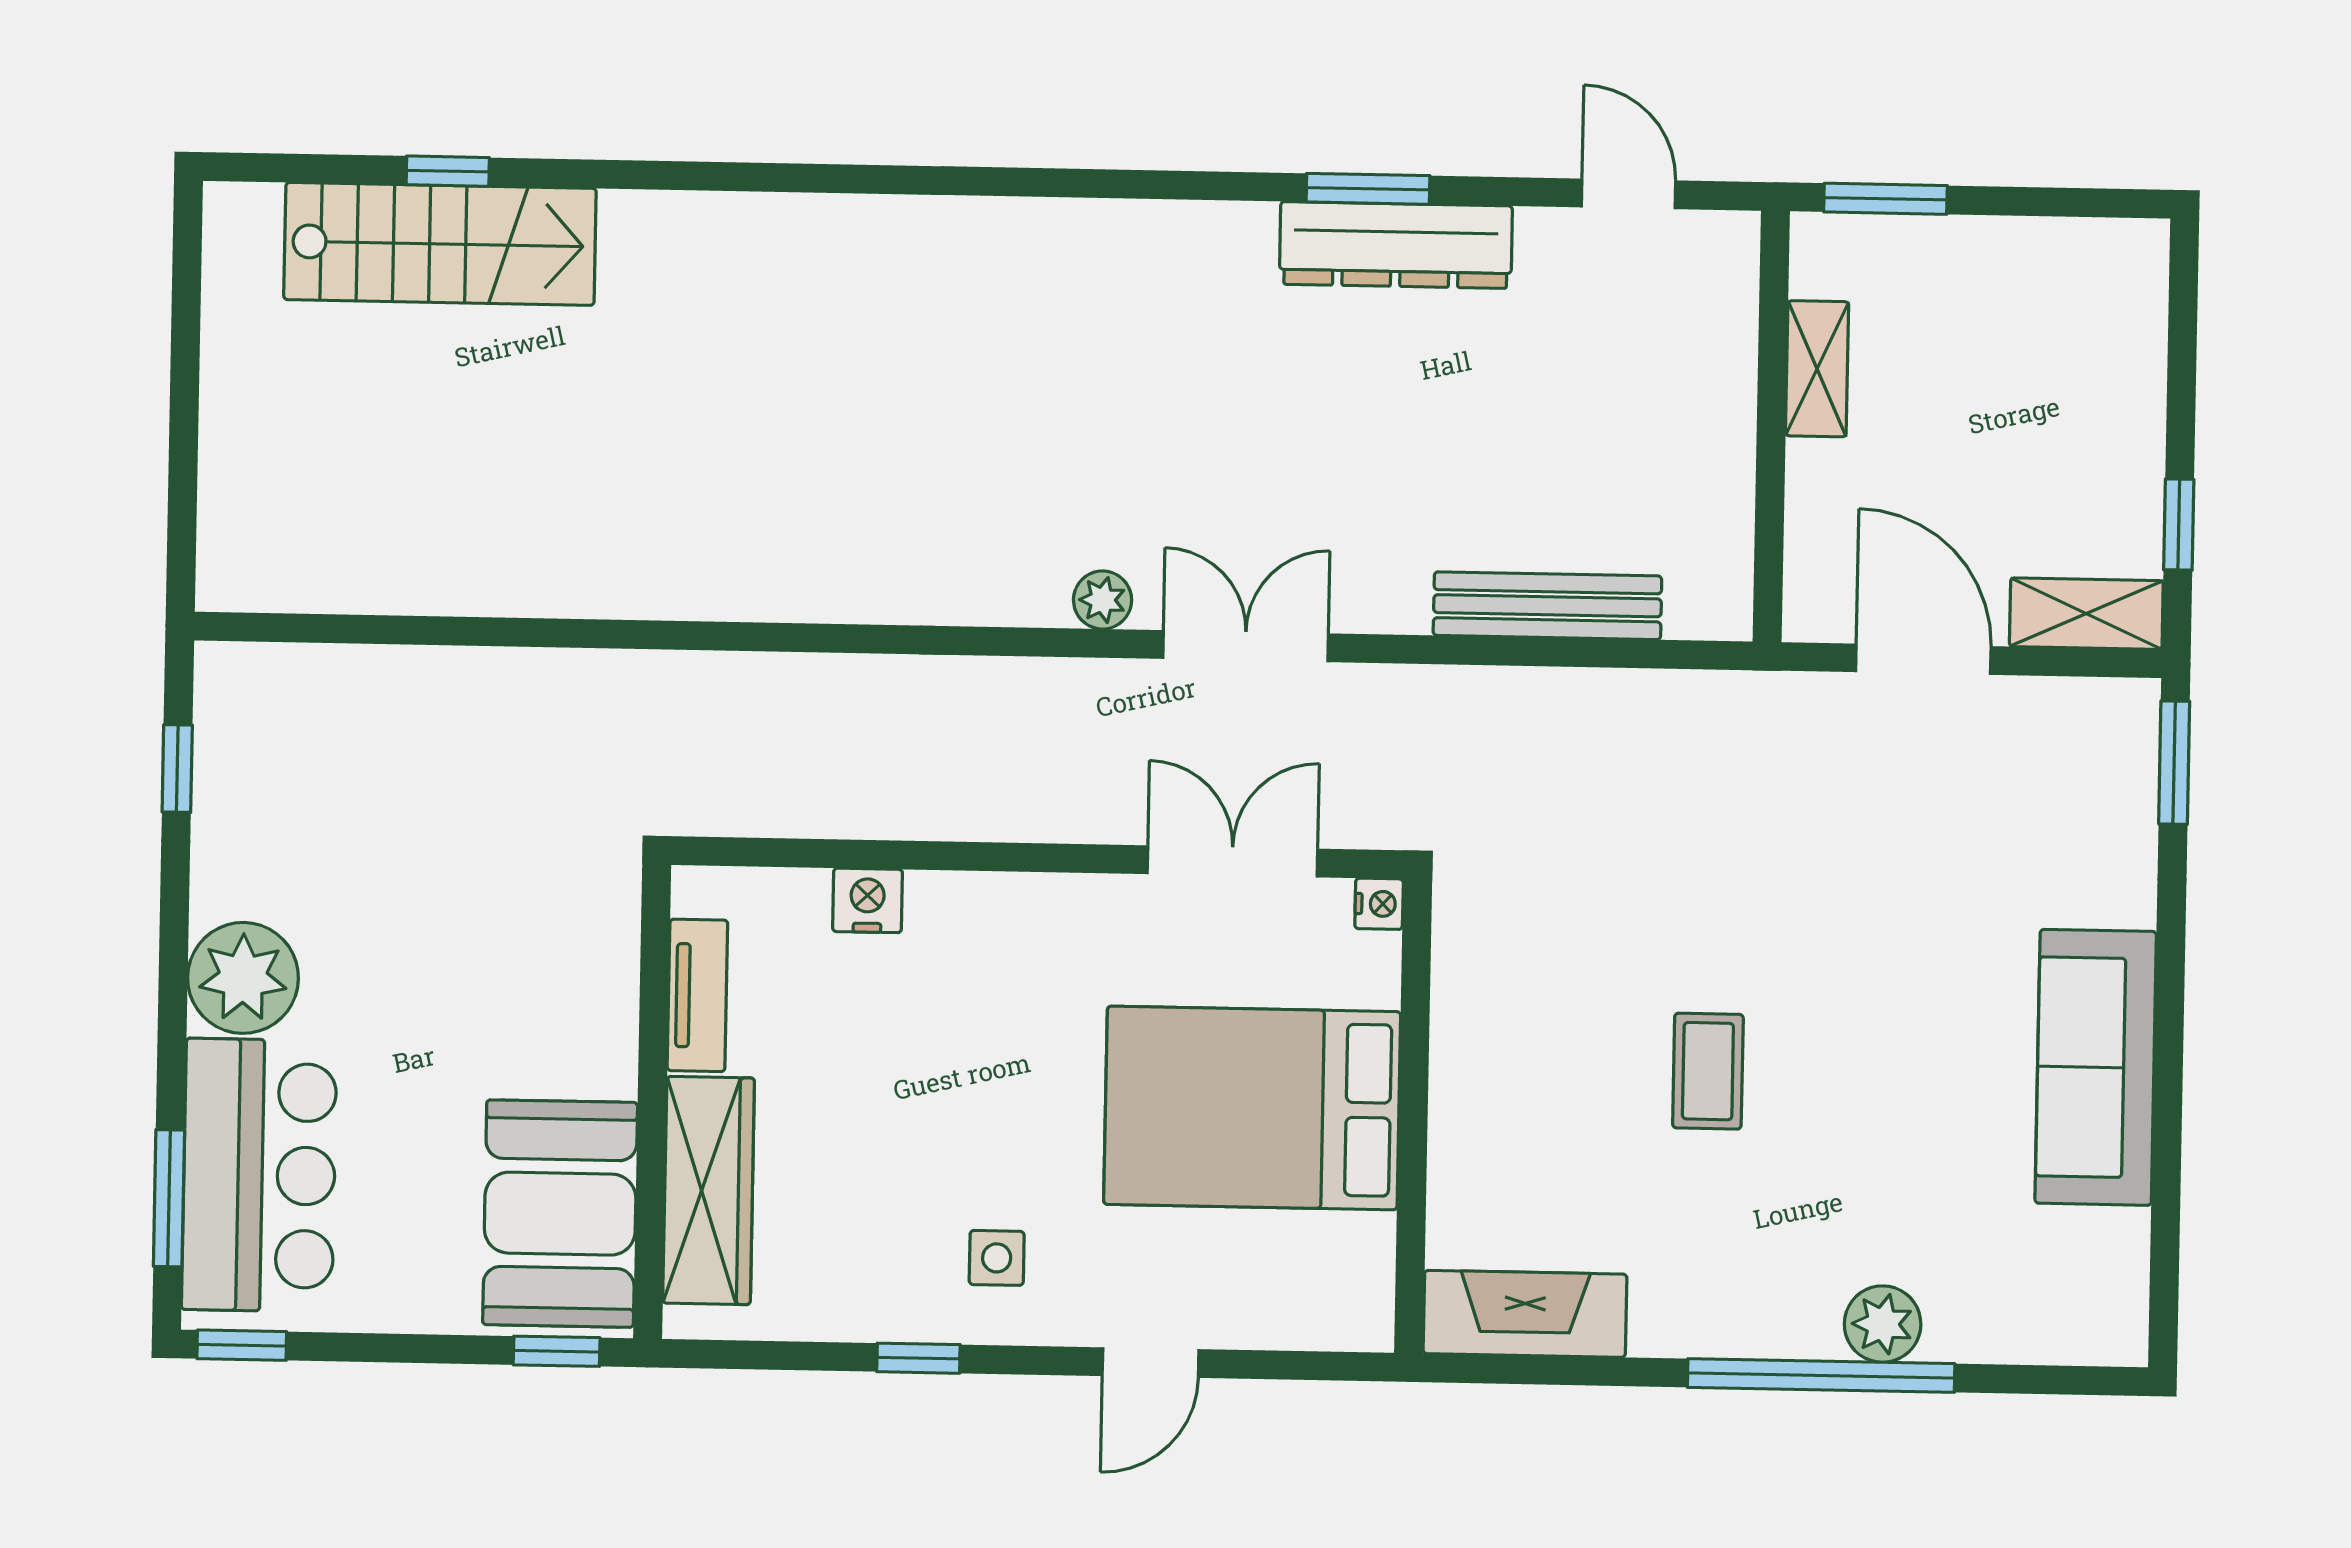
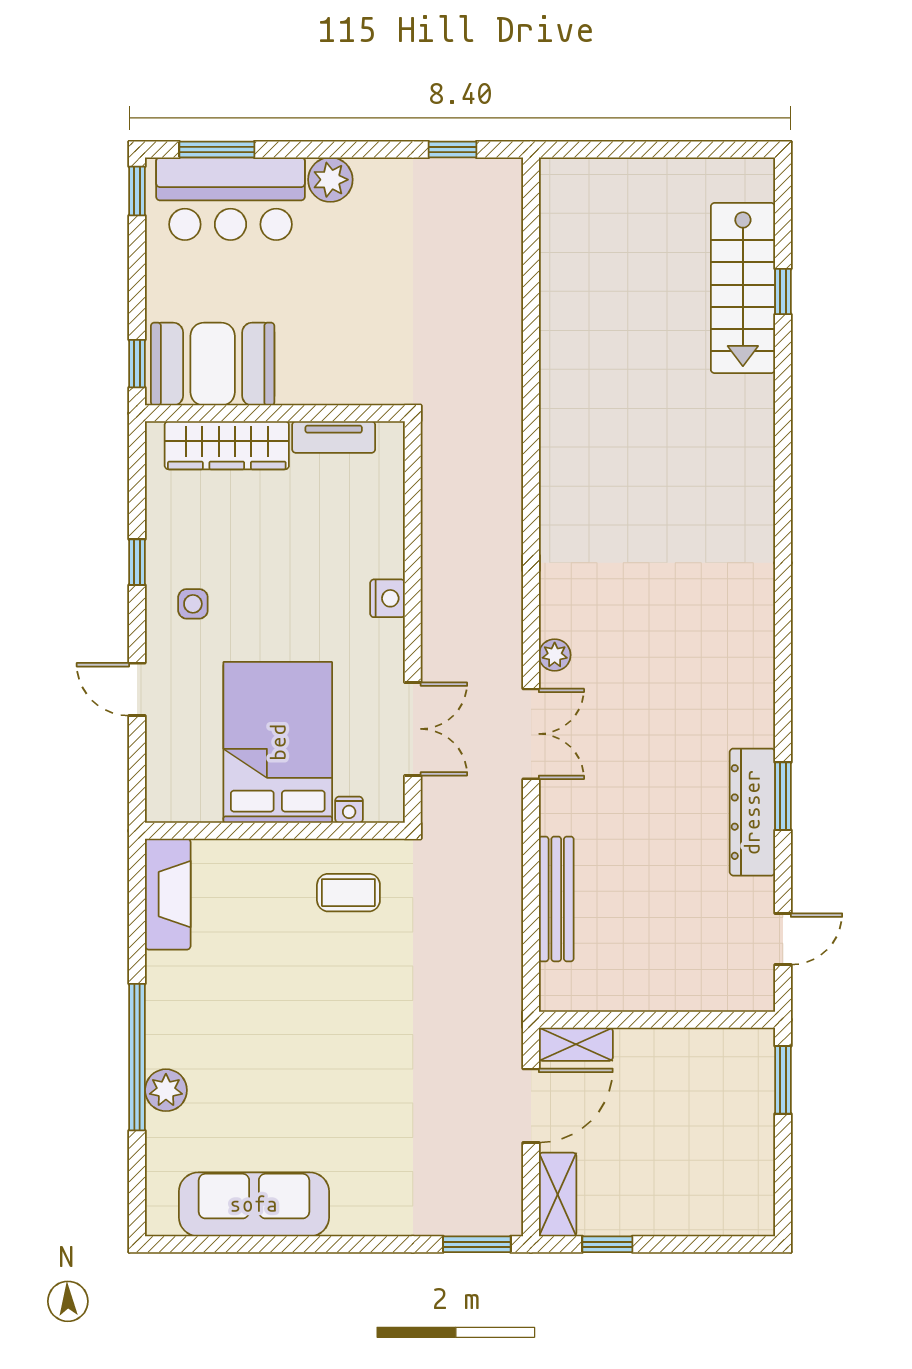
shelving: (1817, 369) -> (576, 1044), moved
nightstand: (867, 900) -> (388, 598), moved
nightstand: (1379, 904) -> (349, 810), moved
plant: (243, 978) -> (330, 180), width x0.73, depth x0.73
sofa: (2096, 1067) -> (254, 1204), moved
coffee table: (1708, 1071) -> (348, 893), moved

